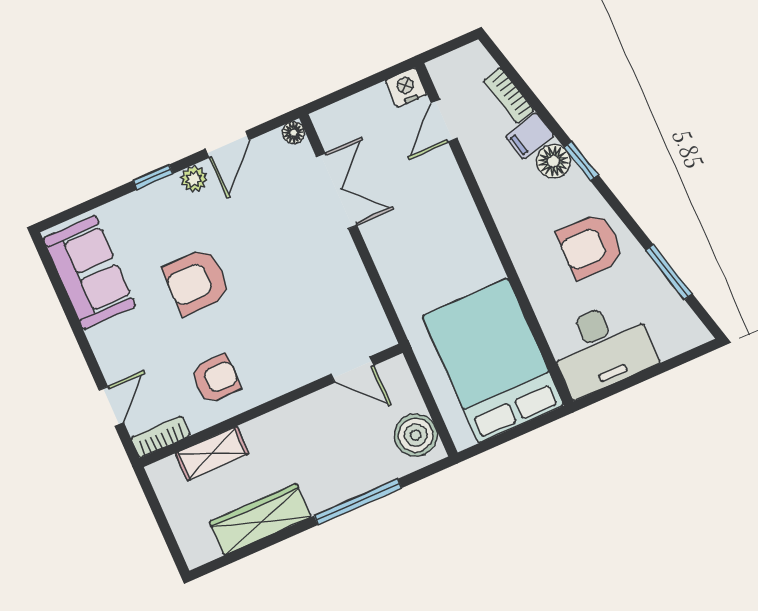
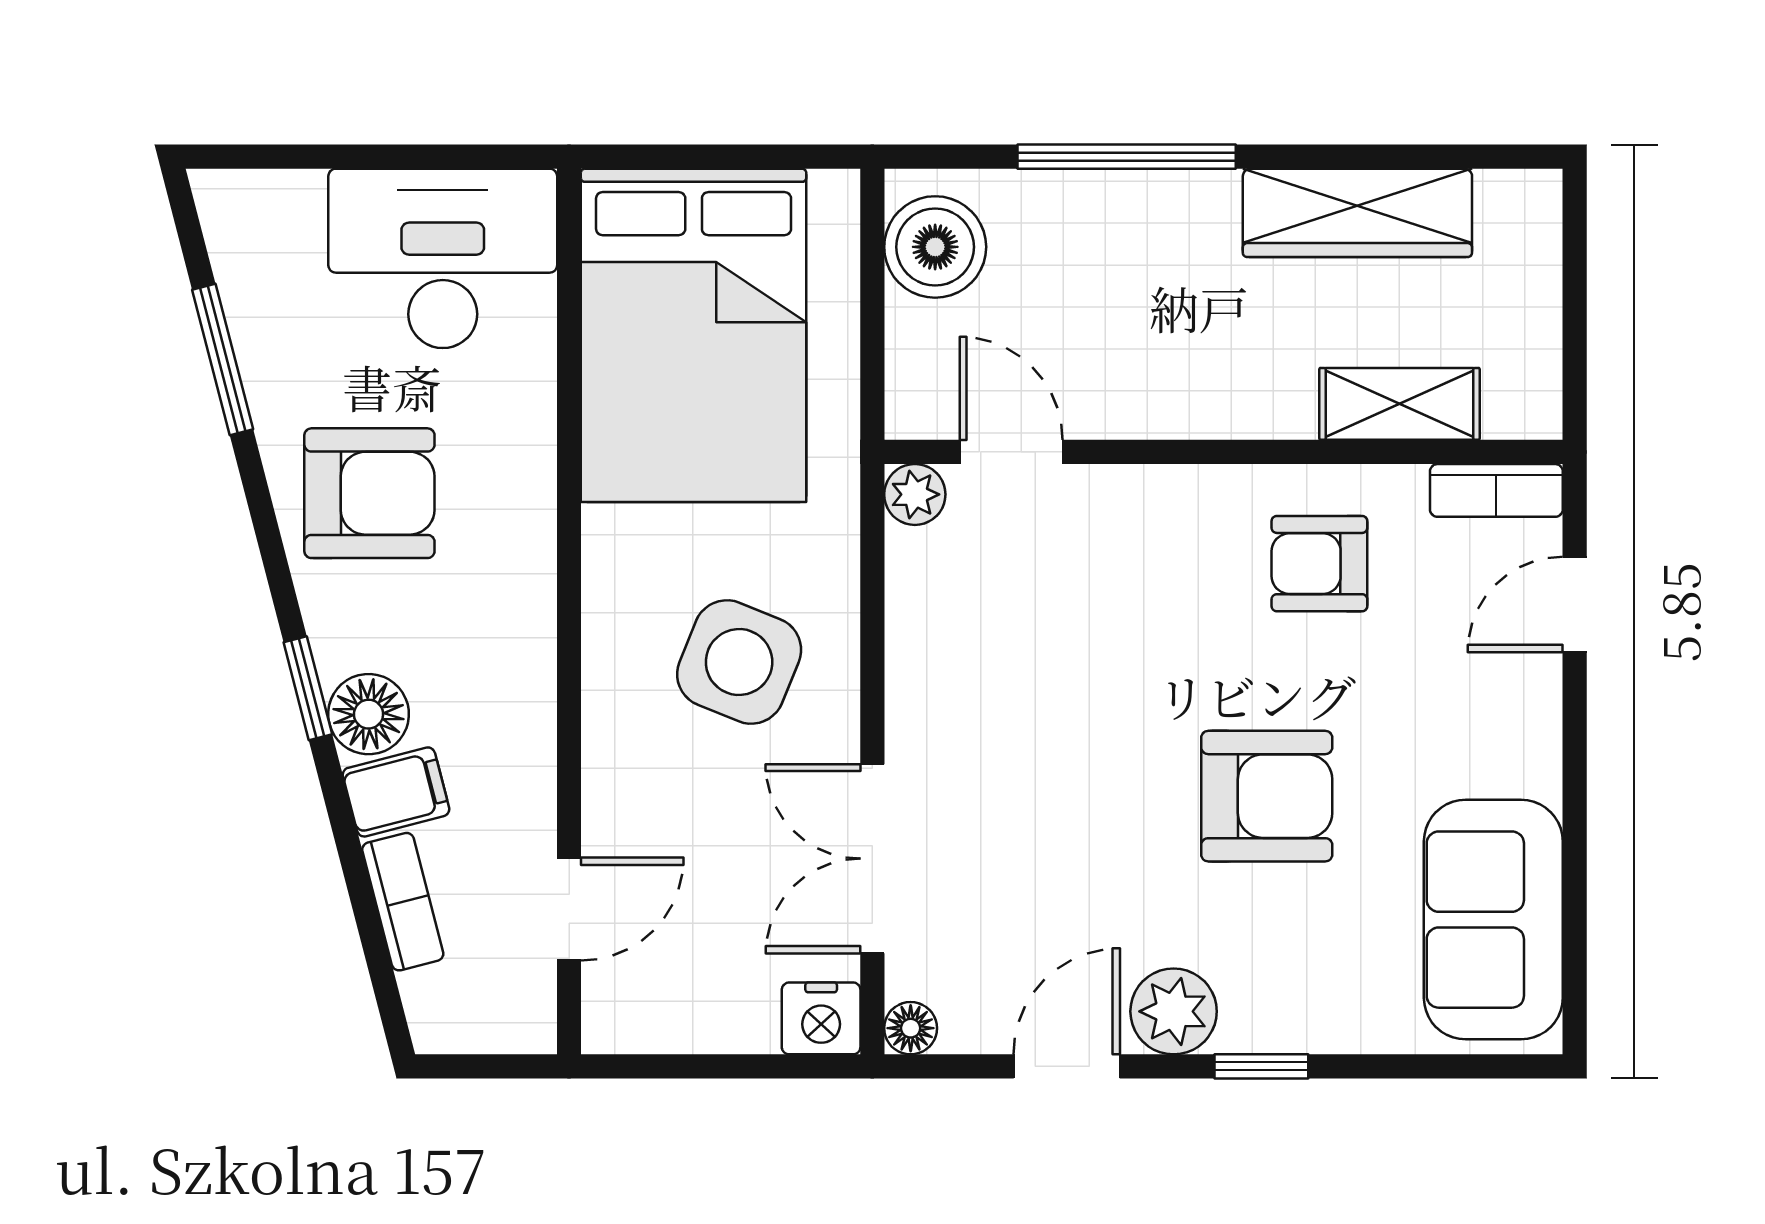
nightstand: (406, 87) -> (821, 1018), moved
plant: (194, 179) -> (1174, 1011), width x1.38, depth x1.38
side table: (421, 244) -> (739, 662), added
plant: (382, 337) -> (915, 494), added

